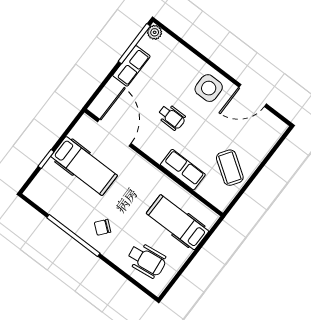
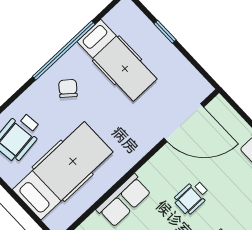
hospital bed: (84, 166) -> (117, 60), moved, turned -90
hospital bed: (178, 222) -> (63, 171), width x1.37, depth x1.29

